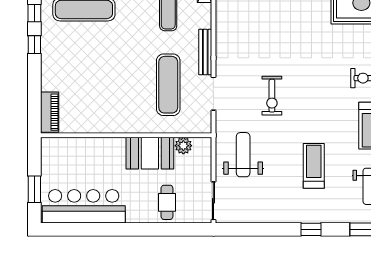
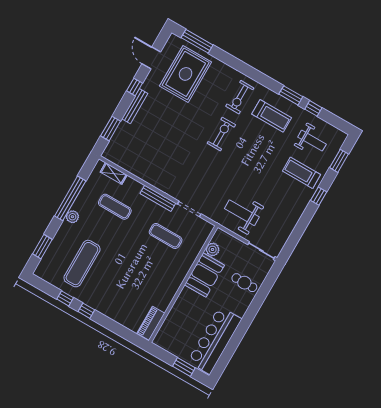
exercise mat: (168, 85) -> (166, 236), width x0.73, depth x0.69
exercise bike: (272, 96) -> (221, 134), moved, turned -90
piano: (50, 112) -> (151, 323), moved, turned -90
treadmill: (314, 166) -> (302, 173), moved

